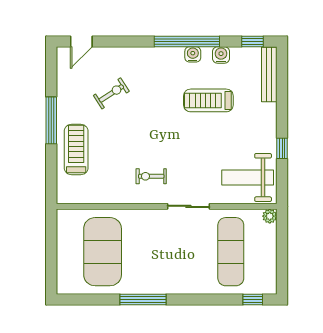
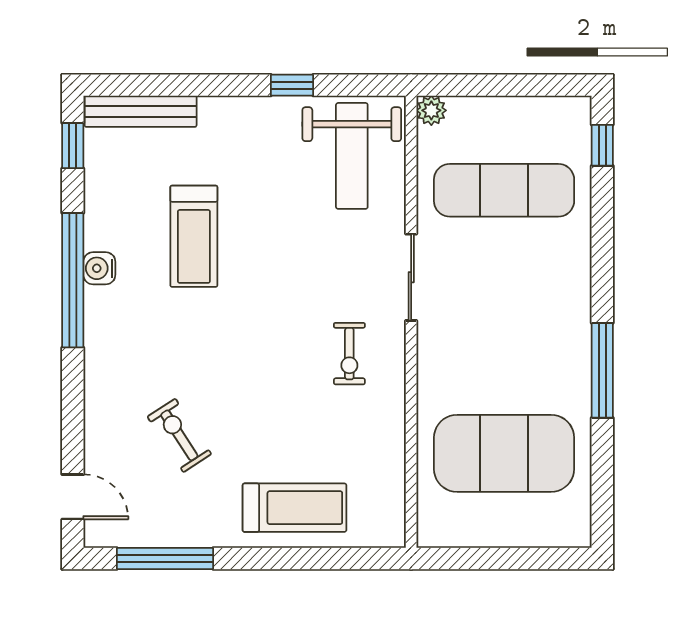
water cooler: (221, 55) -> (100, 210), removed
window: (51, 120) -> (165, 558), moved
treadmill: (76, 150) -> (294, 508), turned 180

